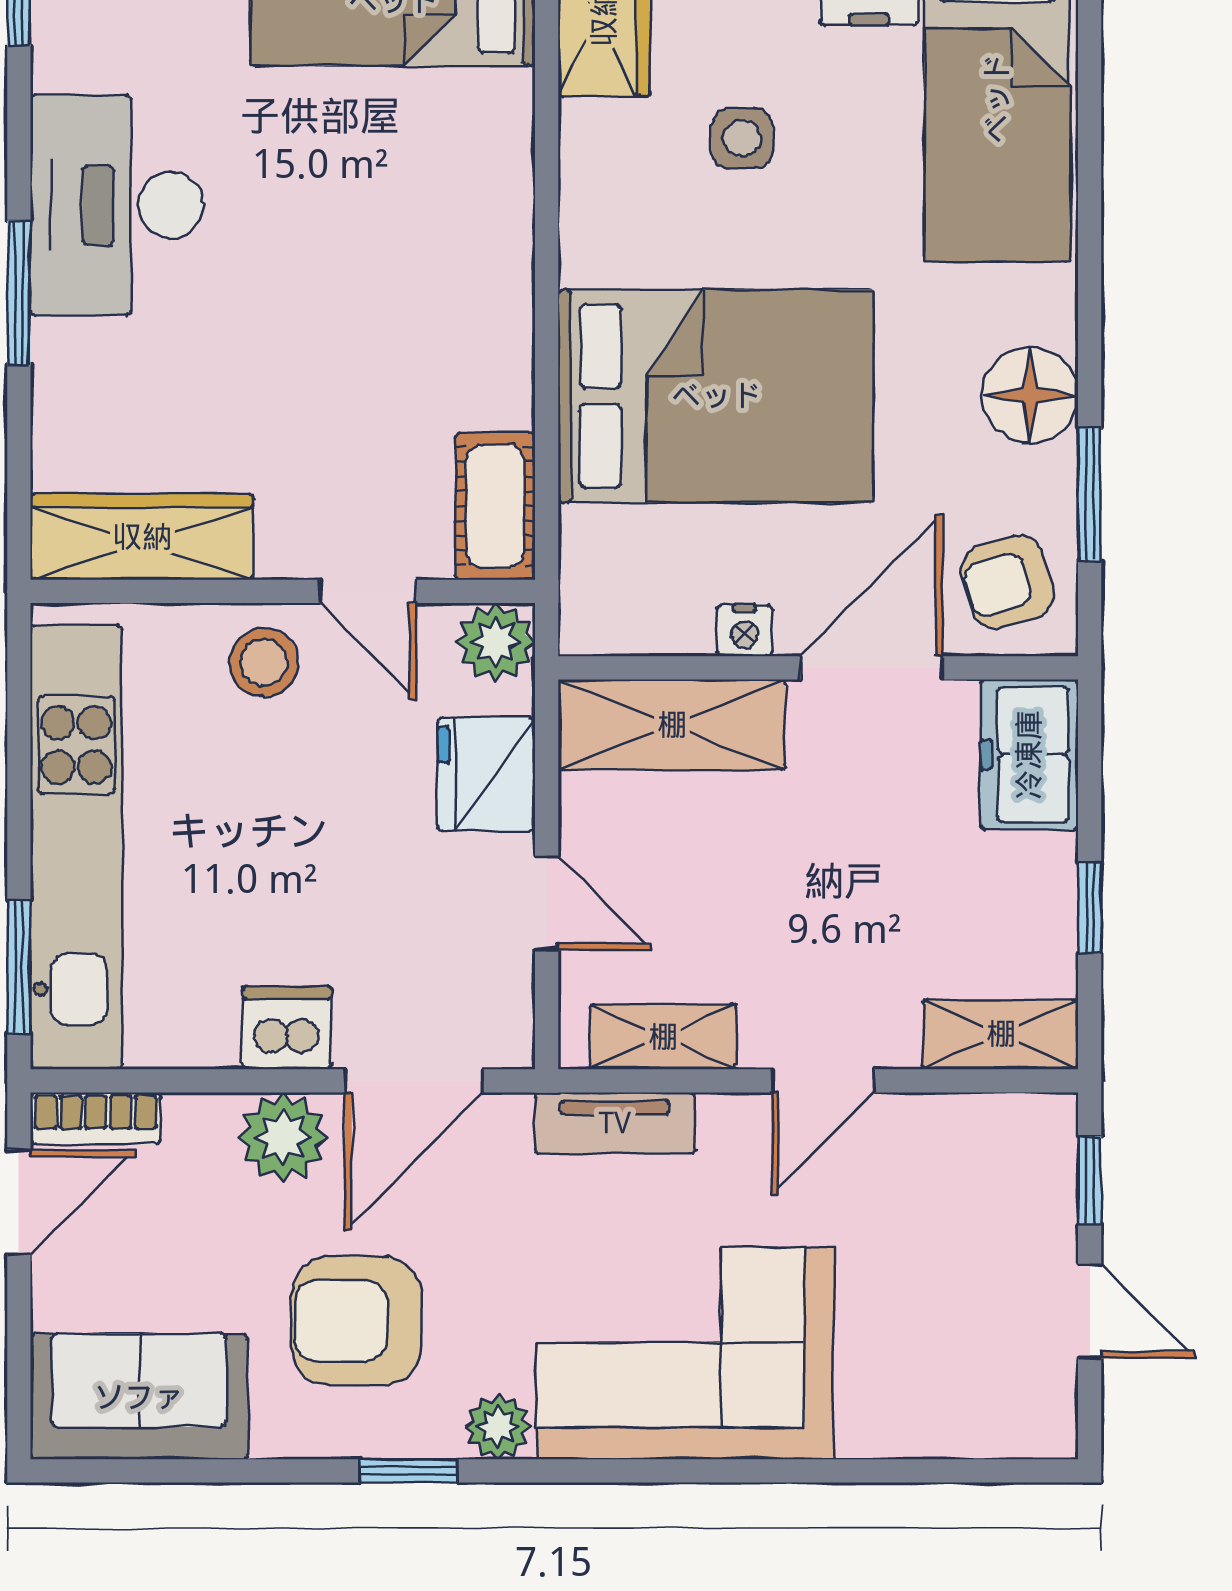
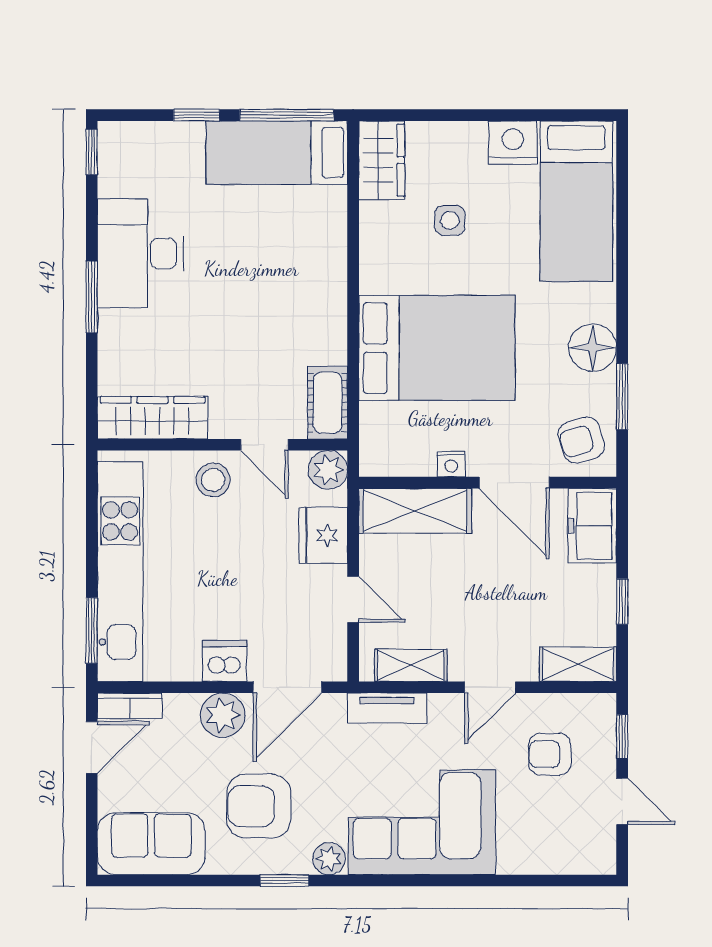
door: (872, 668) -> (514, 483), swing flipped
armchair: (944, 1216) -> (550, 754), added

